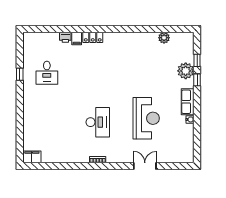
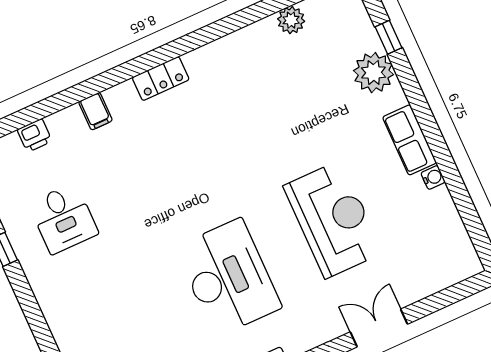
printer: (65, 37) -> (35, 135), moved
locker: (93, 37) -> (161, 79), moved
window: (197, 80) -> (408, 81), removed
desk: (98, 122) -> (228, 278), width x1.36, depth x1.30

